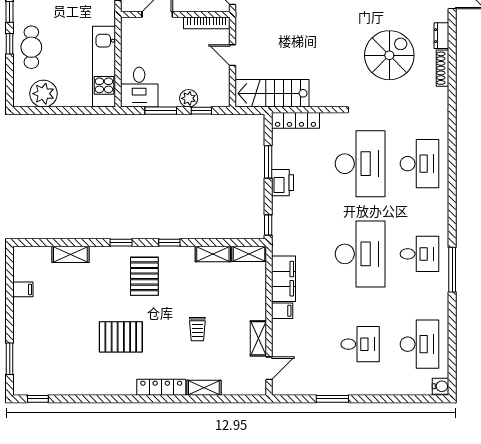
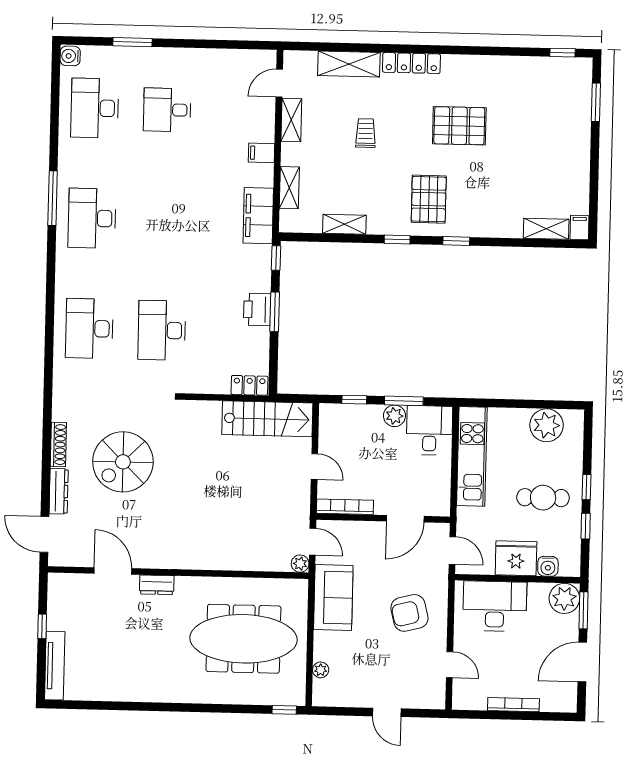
dresser: (441, 36) -> (59, 491), width x1.44
cafe table: (31, 47) -> (543, 498), moved, turned 90
plant: (189, 98) -> (394, 416), moved
locker: (295, 120) -> (250, 385), width x0.66
window: (268, 162) -> (275, 312), moved
desk: (360, 164) -> (162, 330), width x0.73, depth x0.77
shelving: (70, 254) -> (546, 229), moved
shelving: (249, 254) -> (289, 188), moved, turned 90
desk: (360, 254) -> (164, 220), removed
desk: (419, 254) -> (92, 218), width x1.37
filing cabinet: (283, 279) -> (258, 216), moved
filing cabinet: (23, 289) -> (579, 228), moved, turned 90
shelving: (204, 388) -> (349, 64), width x1.50, depth x1.33
window: (332, 399) -> (132, 42), moved

